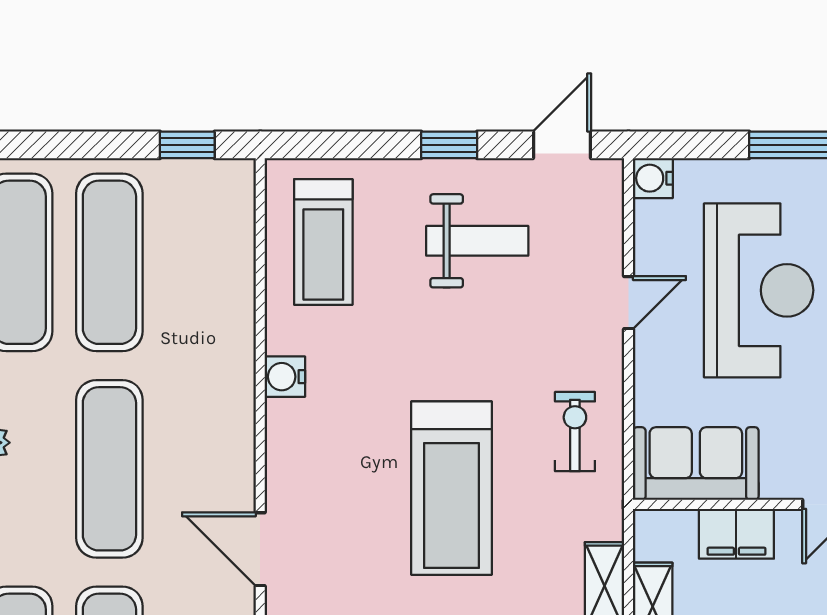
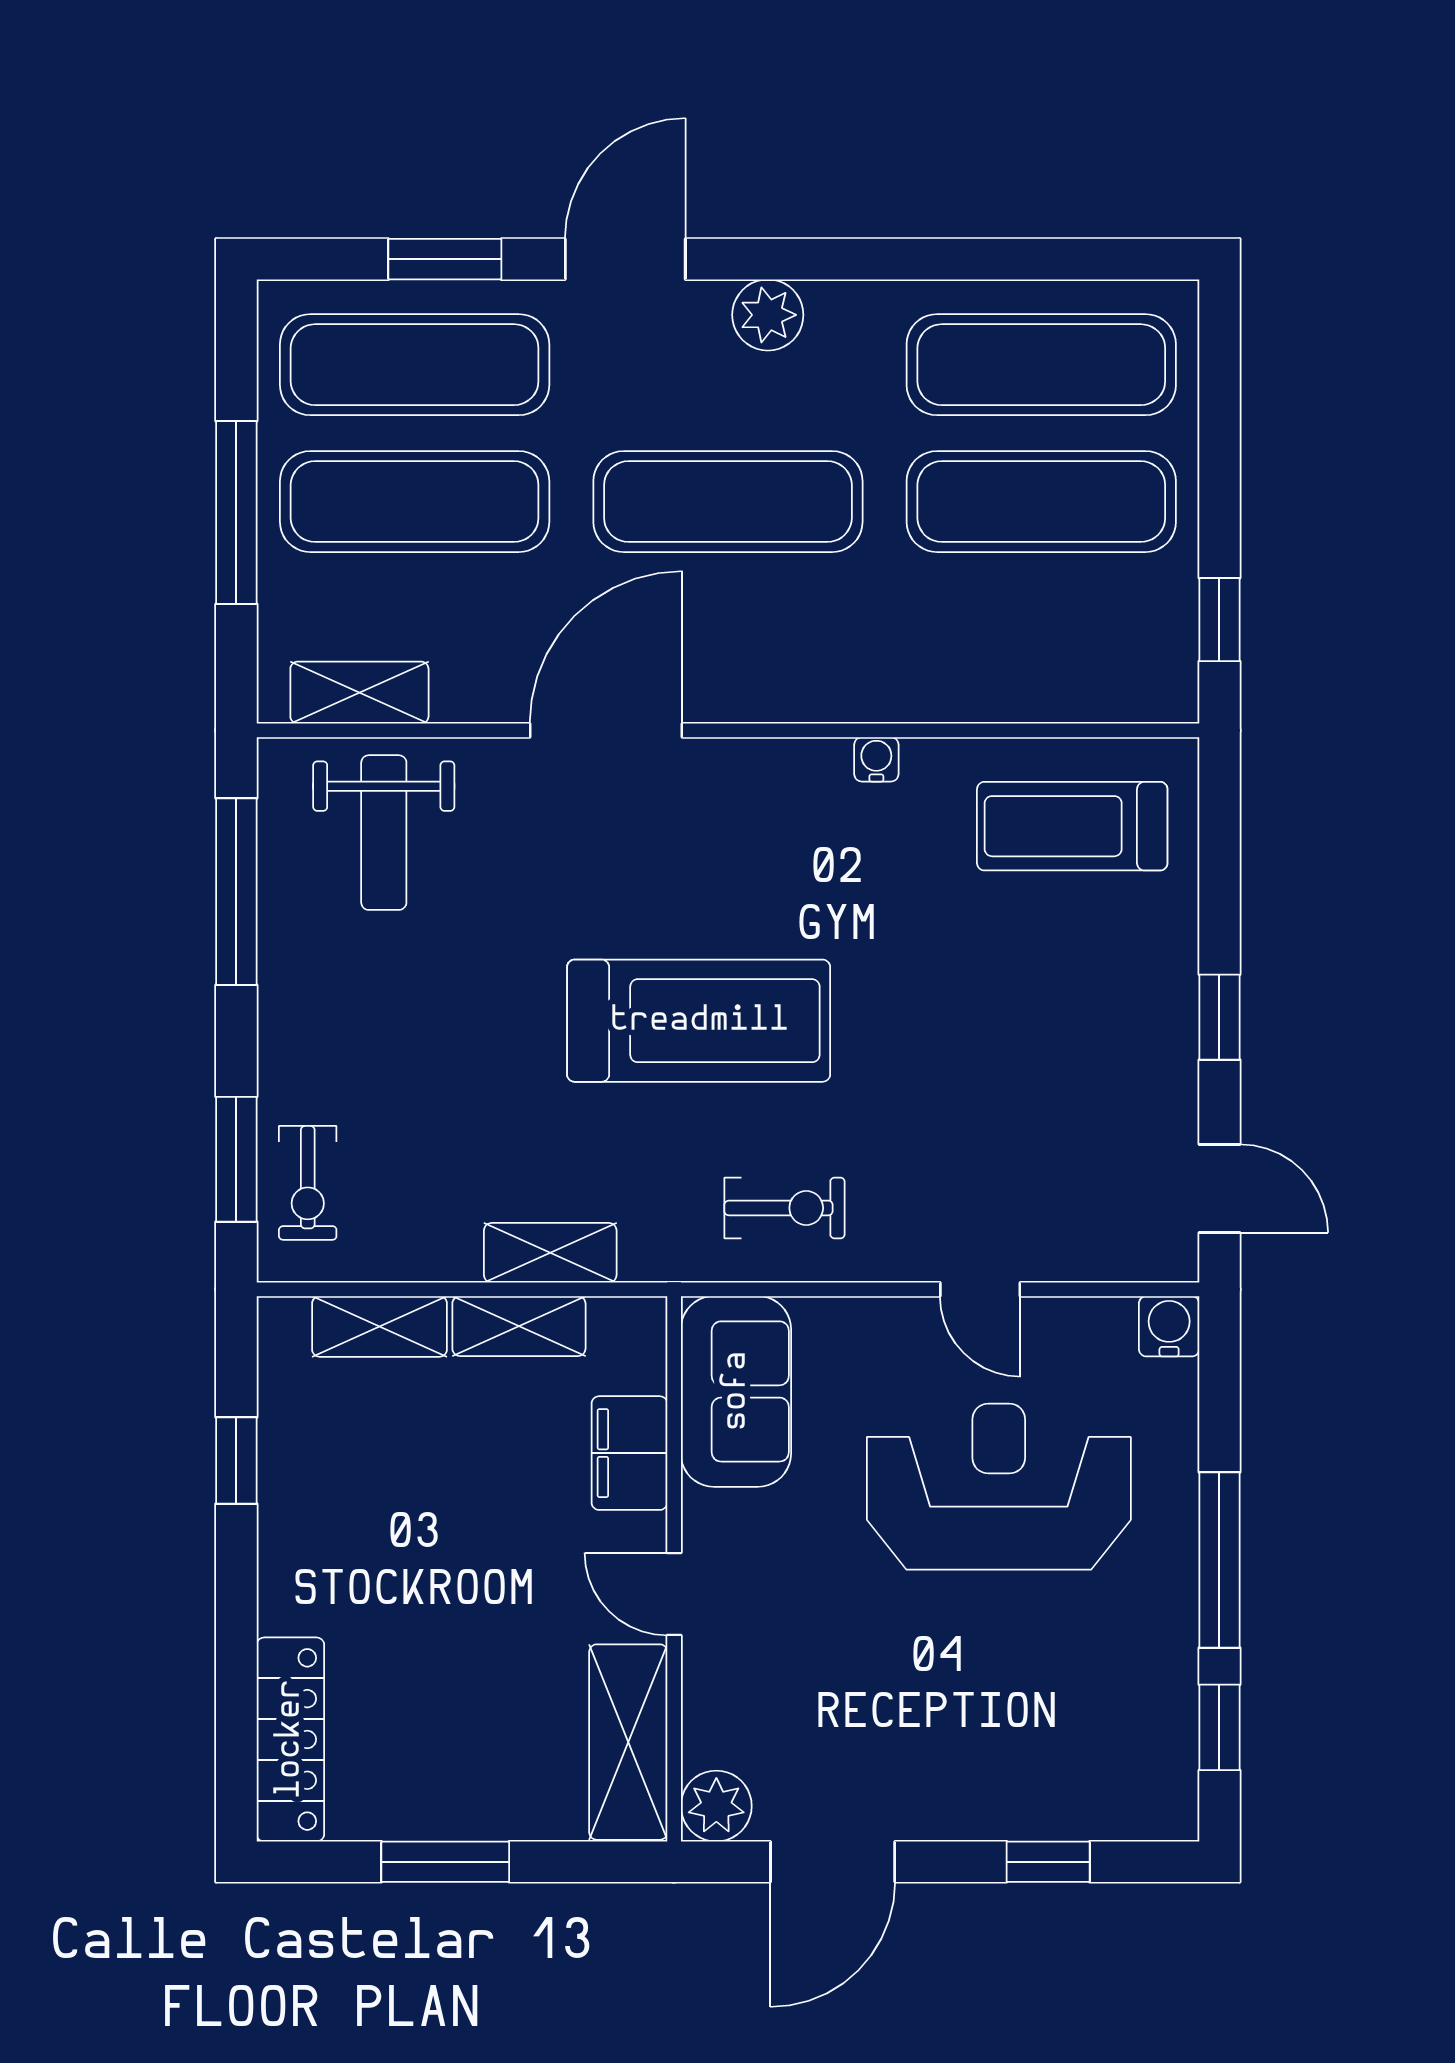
weight bench: (477, 241) -> (1074, 1060), removed
reception desk: (759, 290) -> (999, 1487), turned 180
water cooler: (285, 377) -> (876, 759), width x0.72, depth x0.72
treadmill: (452, 488) -> (699, 1021), turned 180
door: (260, 549) -> (606, 730), width x1.36

